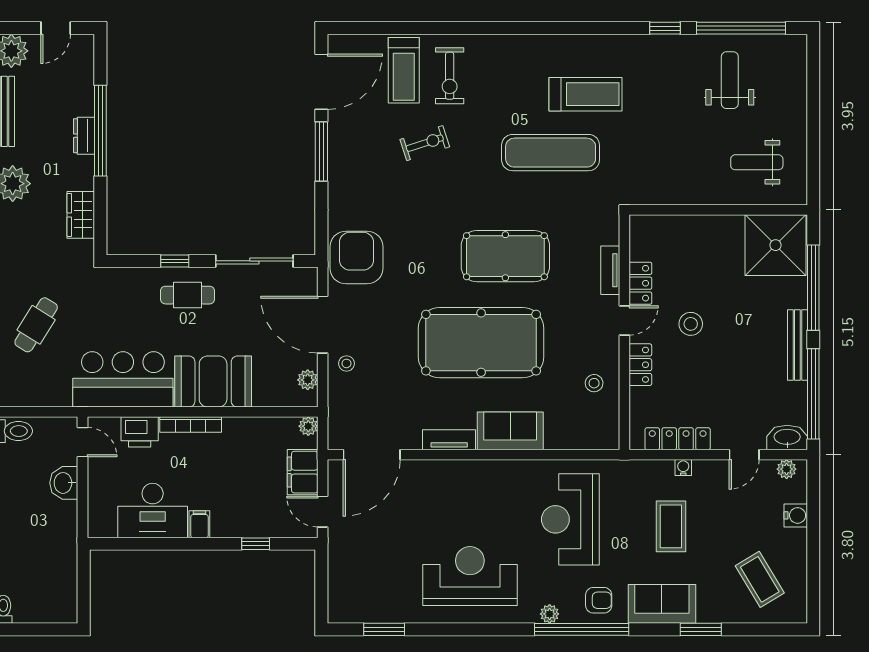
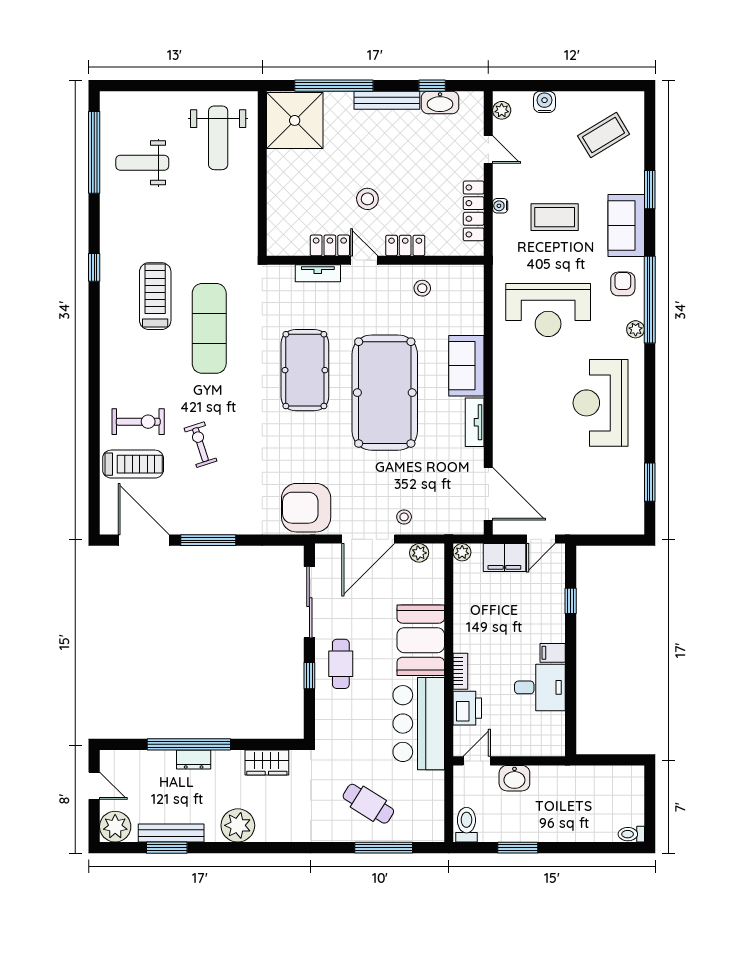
window: (665, 28) -> (94, 267), moved
weight bench: (757, 162) -> (218, 138), width x1.36, depth x1.33
window: (813, 394) -> (432, 86), width x0.32
bookcase: (191, 425) -> (460, 671), width x0.64
washbasin: (787, 438) -> (440, 103), moved, turned -90
desk: (153, 511) -> (540, 687), width x0.73

